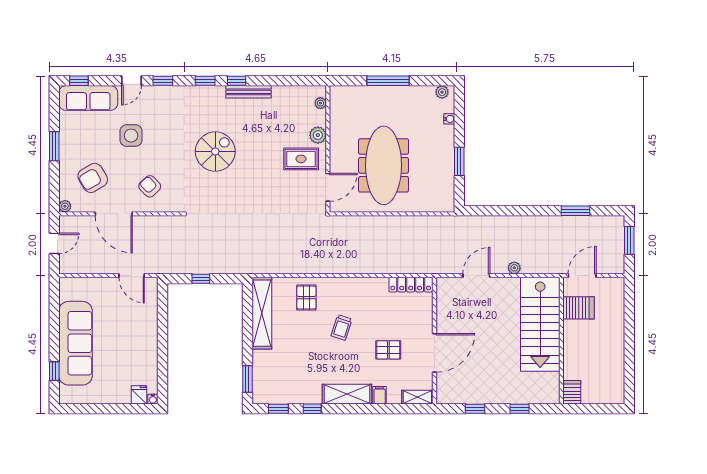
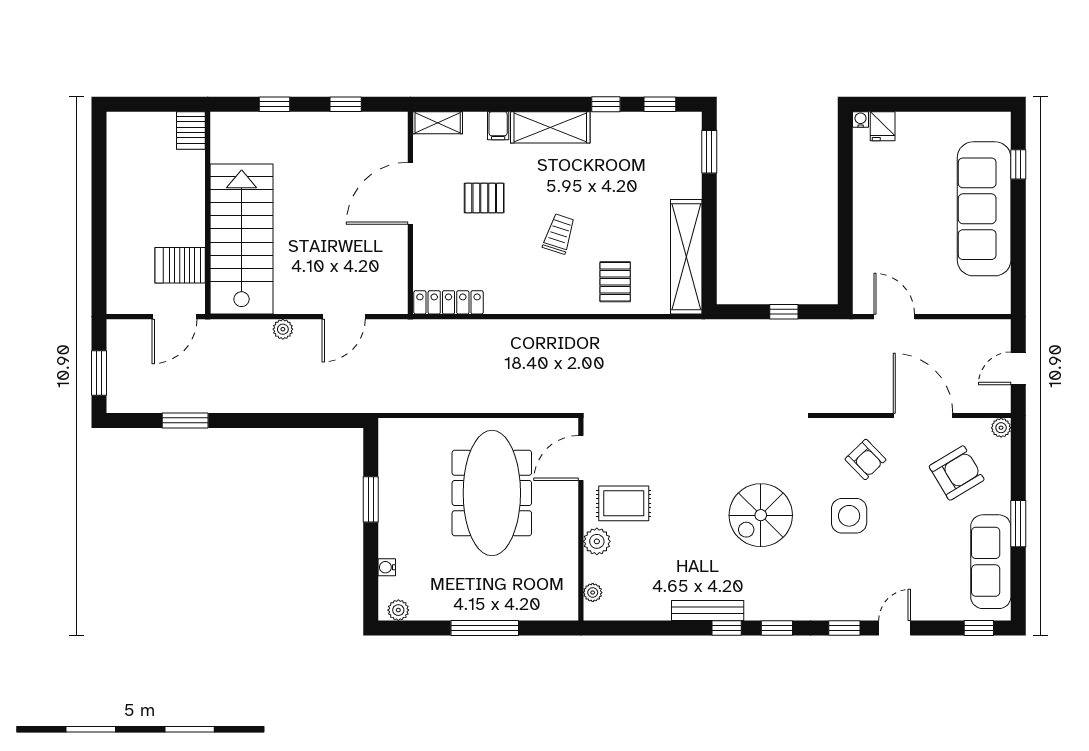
sofa: (88, 98) -> (991, 562), moved, turned -90
side table: (131, 136) -> (849, 516), moved

